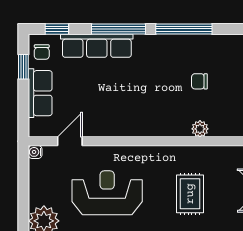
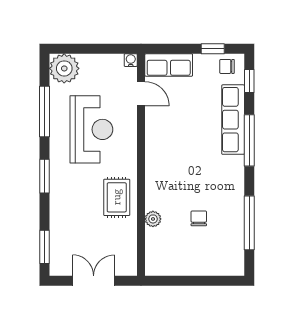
window: (184, 29) -> (249, 223), moved
row of seats: (40, 93) -> (169, 65), moved
rug: (190, 194) -> (117, 197), moved, turned 90

